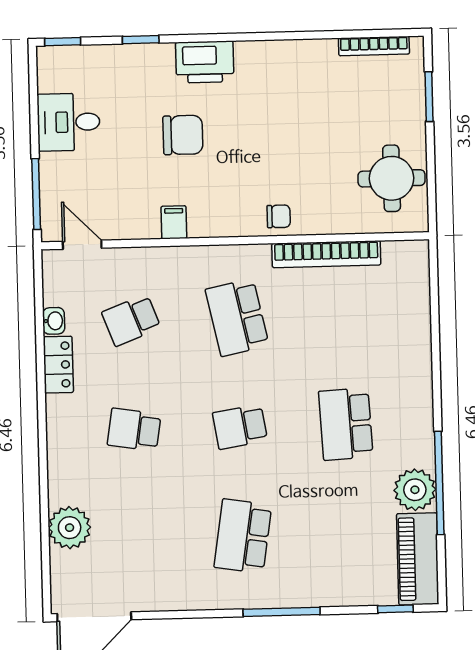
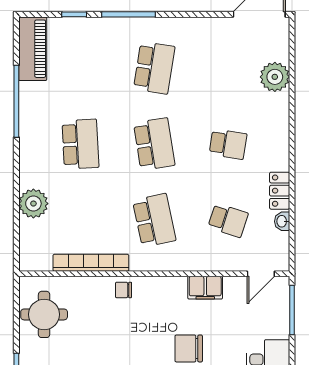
filing cabinet: (174, 222) -> (205, 288), width x2.00
door: (82, 245) -> (261, 274), hinge flipped
school desk: (131, 320) -> (228, 220), turned 39
school desk: (240, 427) -> (154, 144), width x1.85
plant: (415, 490) -> (33, 204), moved
window: (395, 609) -> (74, 14), moved

